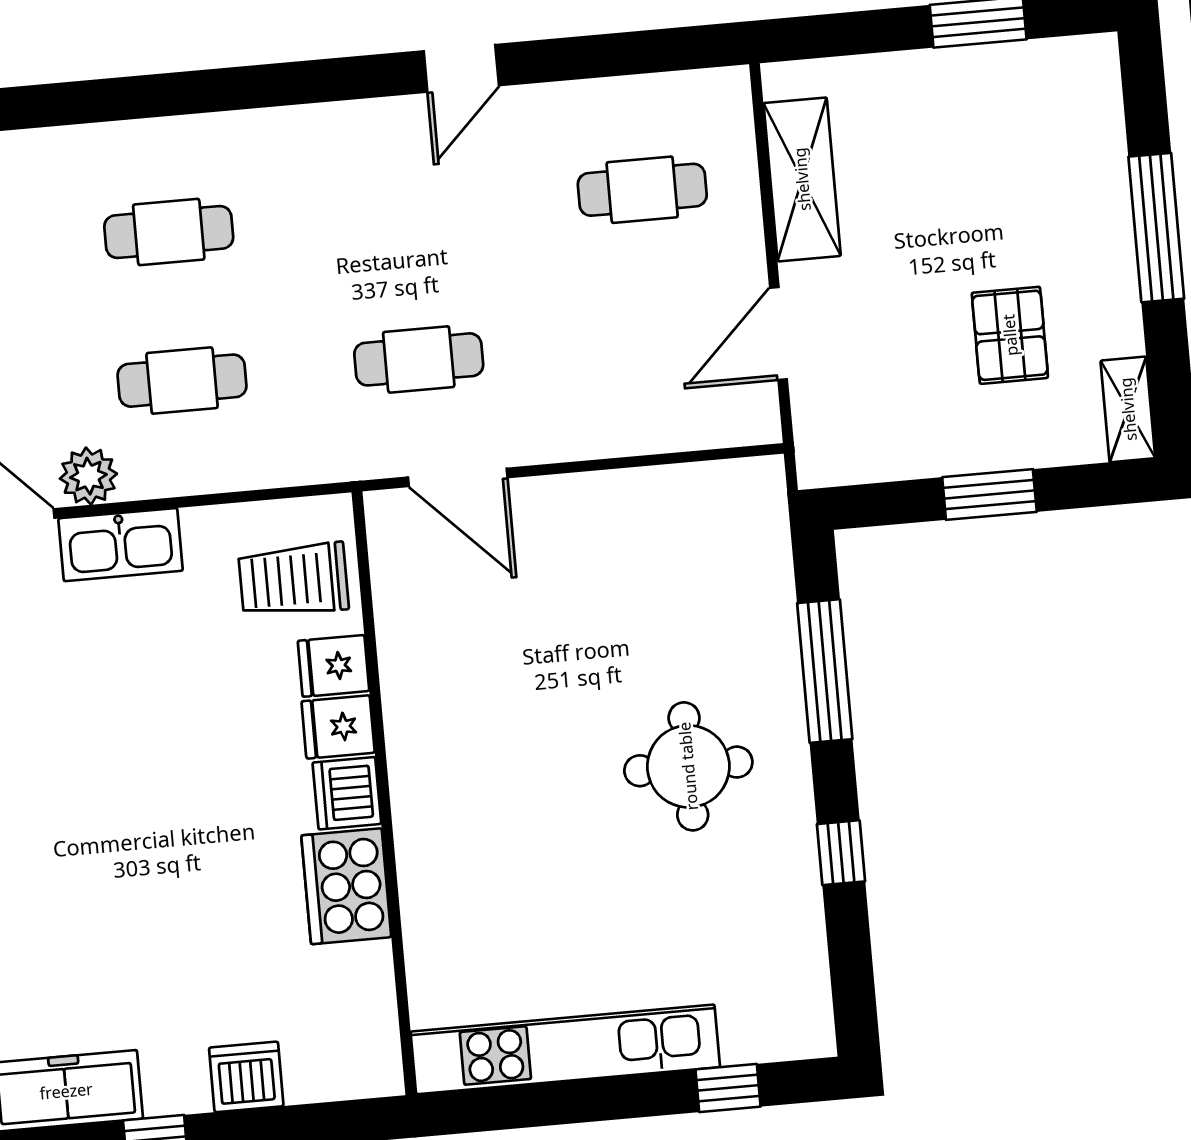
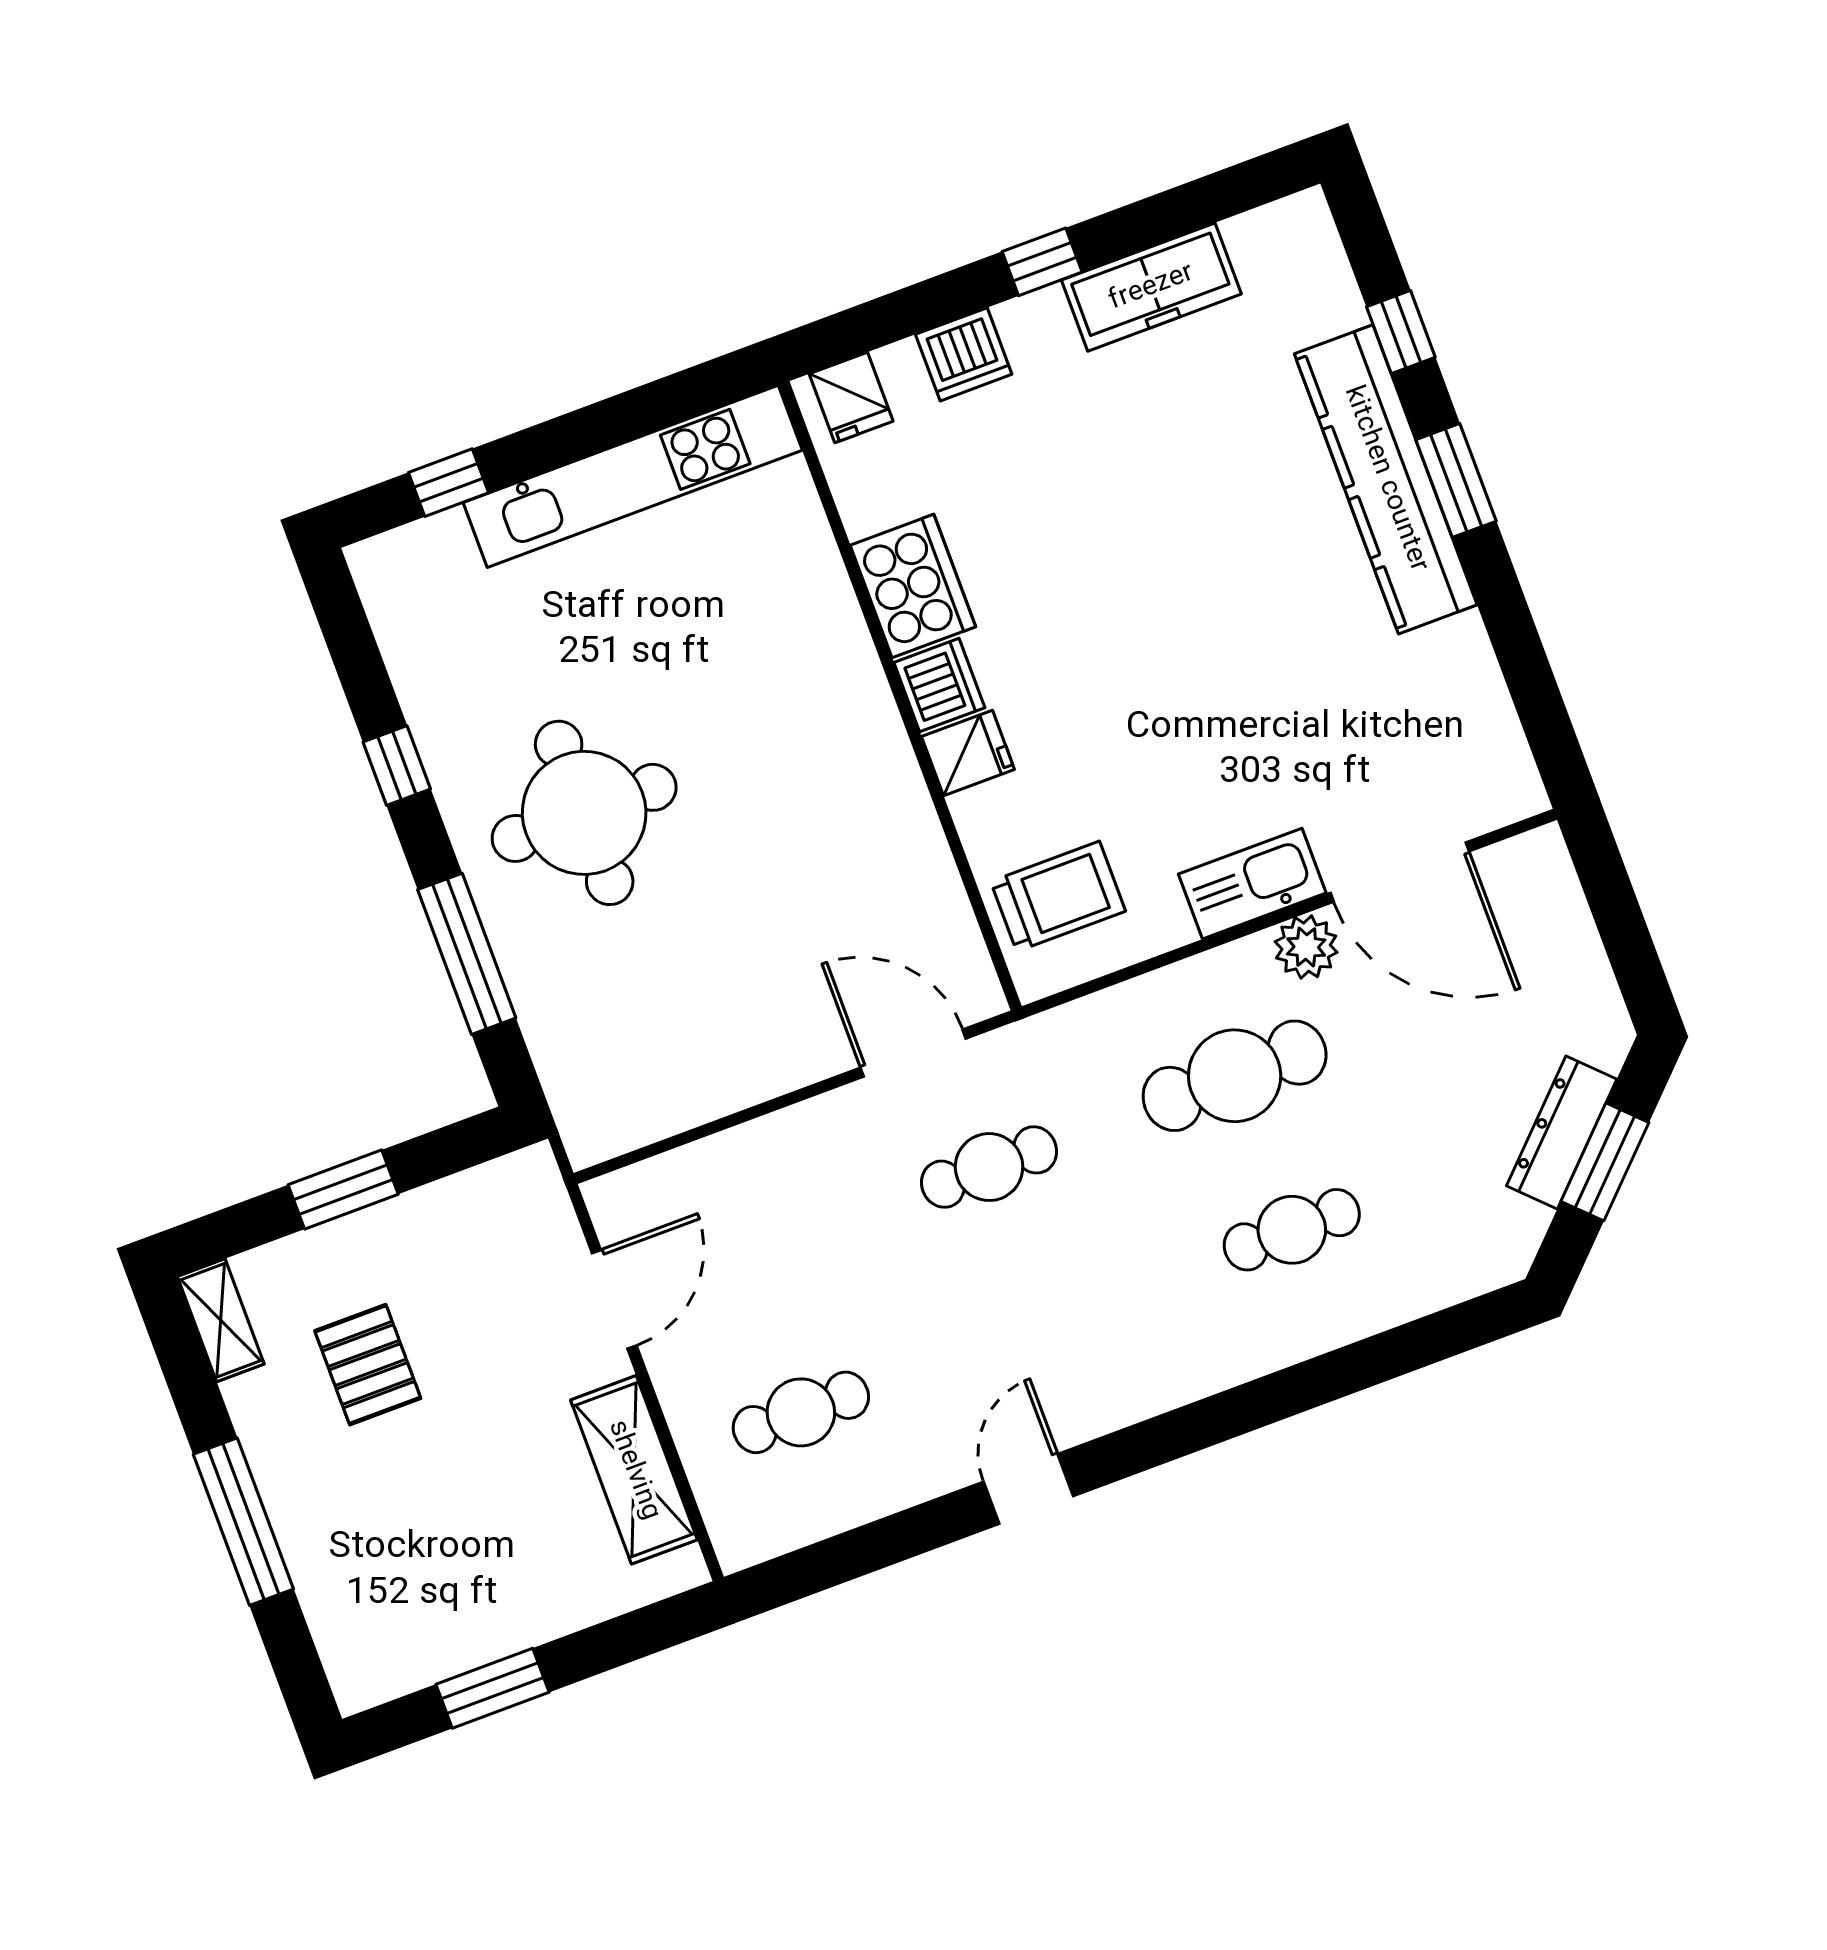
cafe table: (182, 381) -> (1235, 1076), width x1.37, depth x1.35
fridge: (333, 666) -> (851, 397), moved, turned 90
round table: (688, 766) -> (584, 813), width x1.36, depth x1.36

